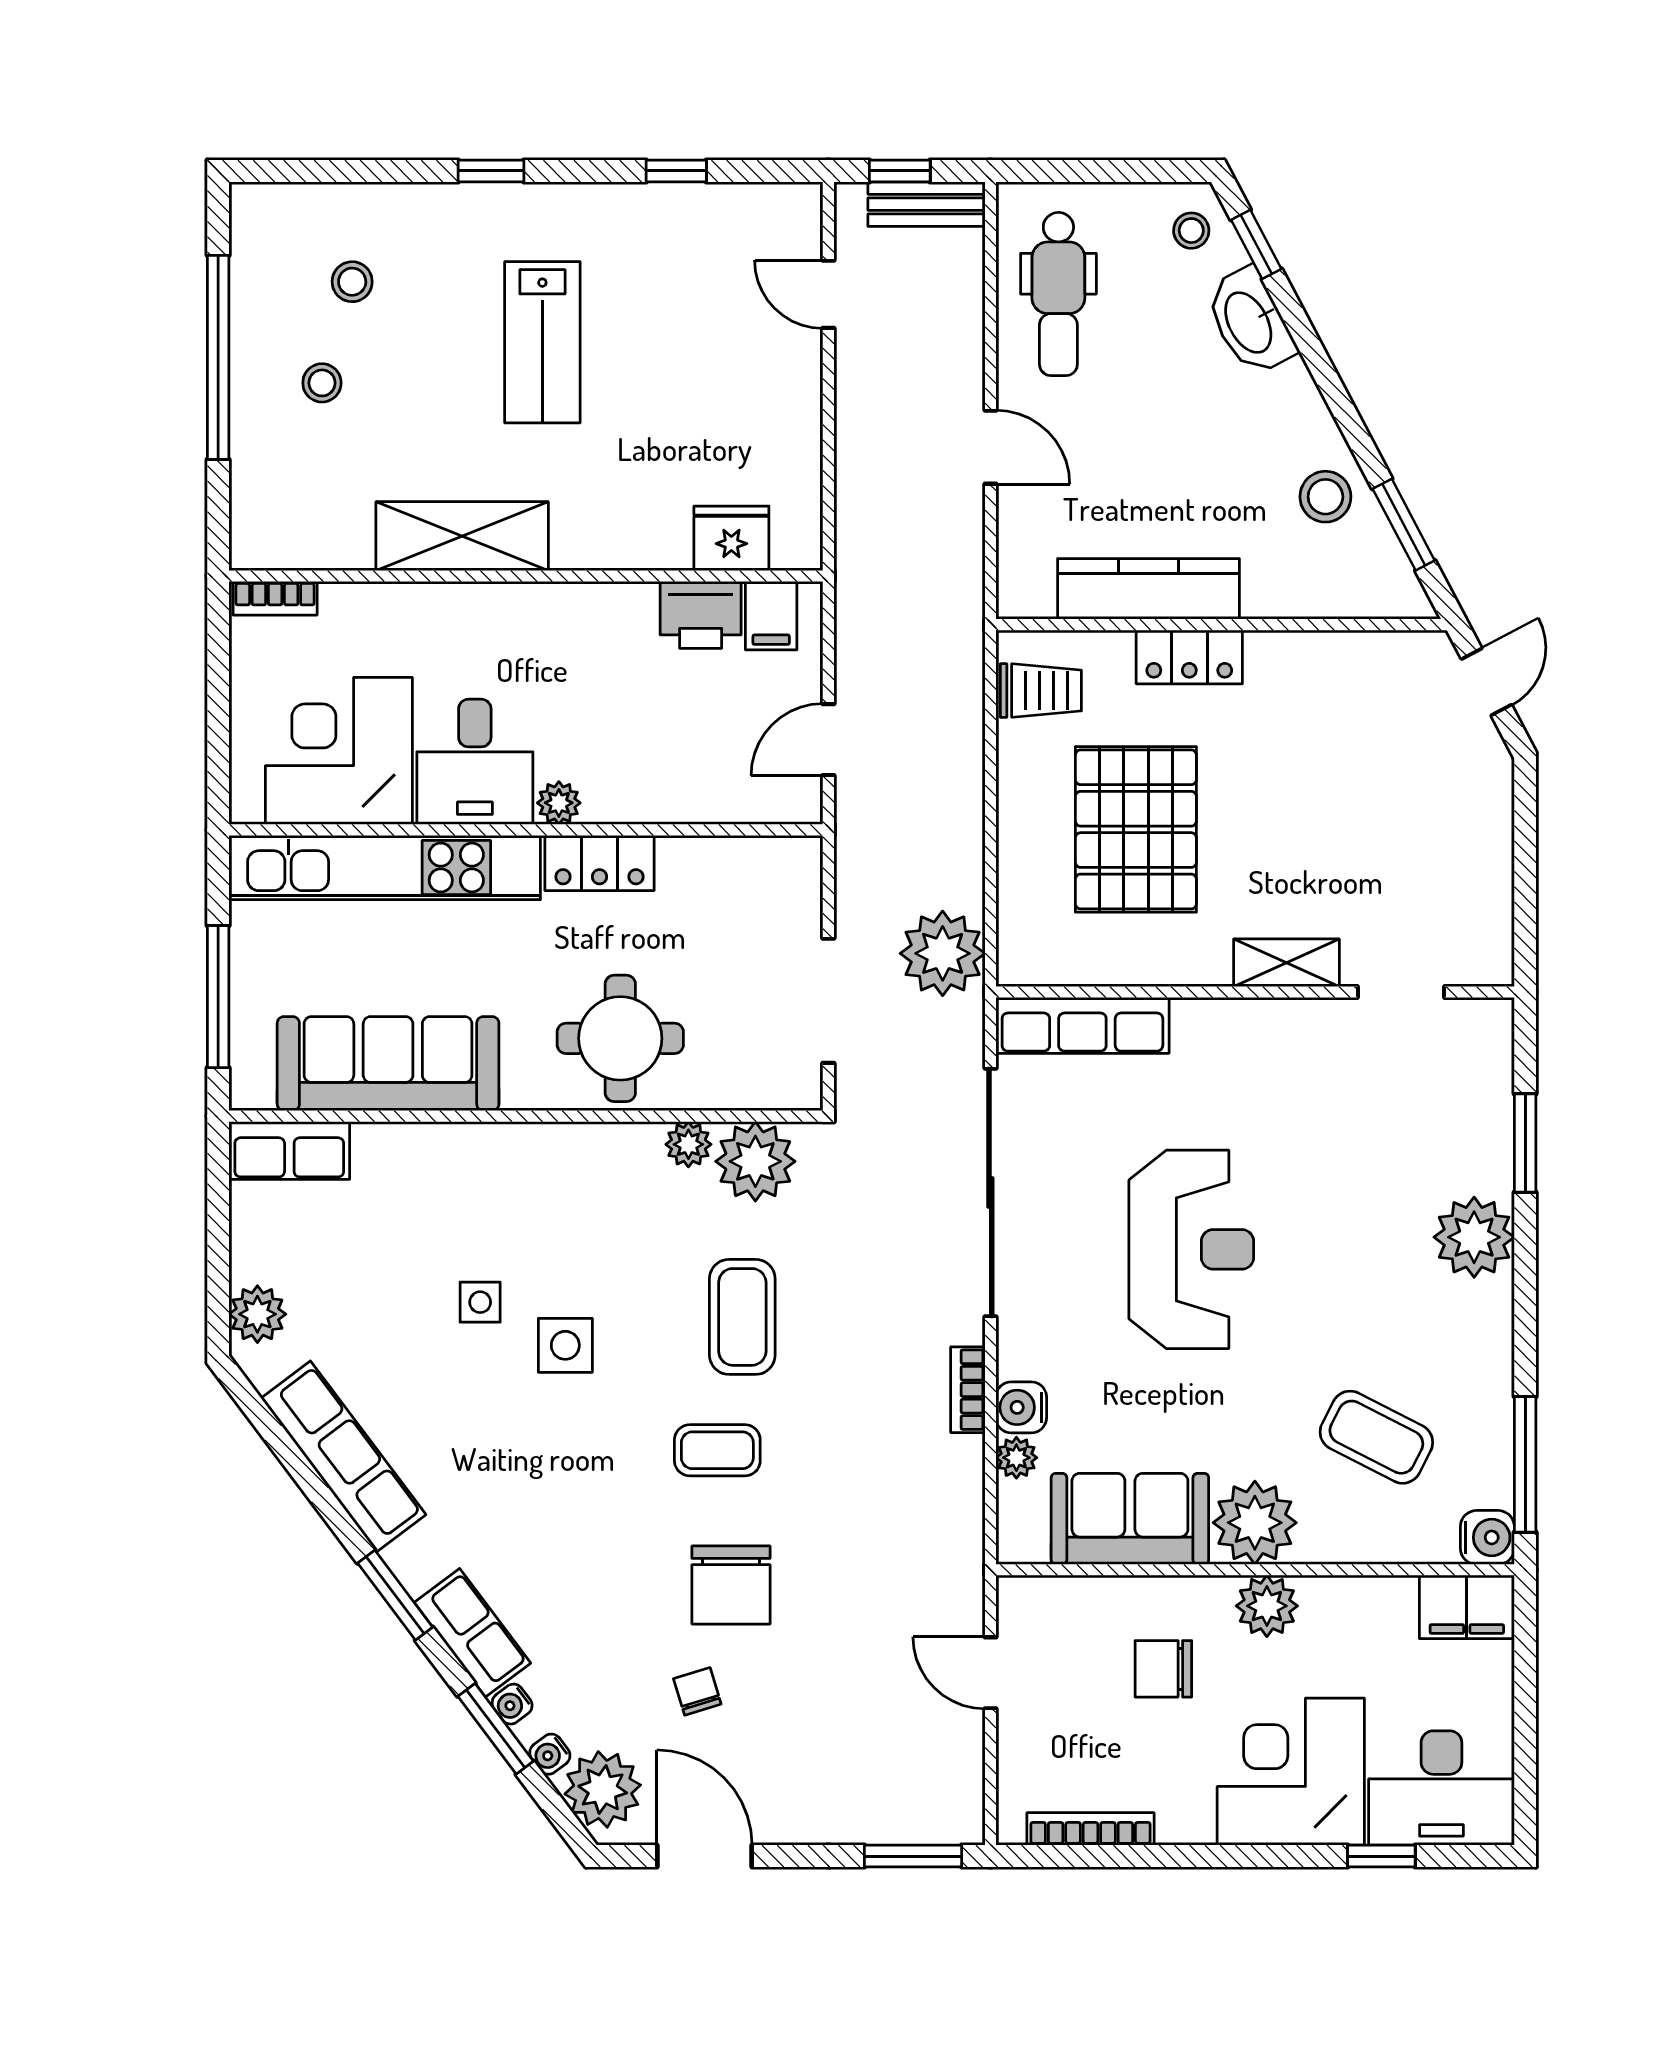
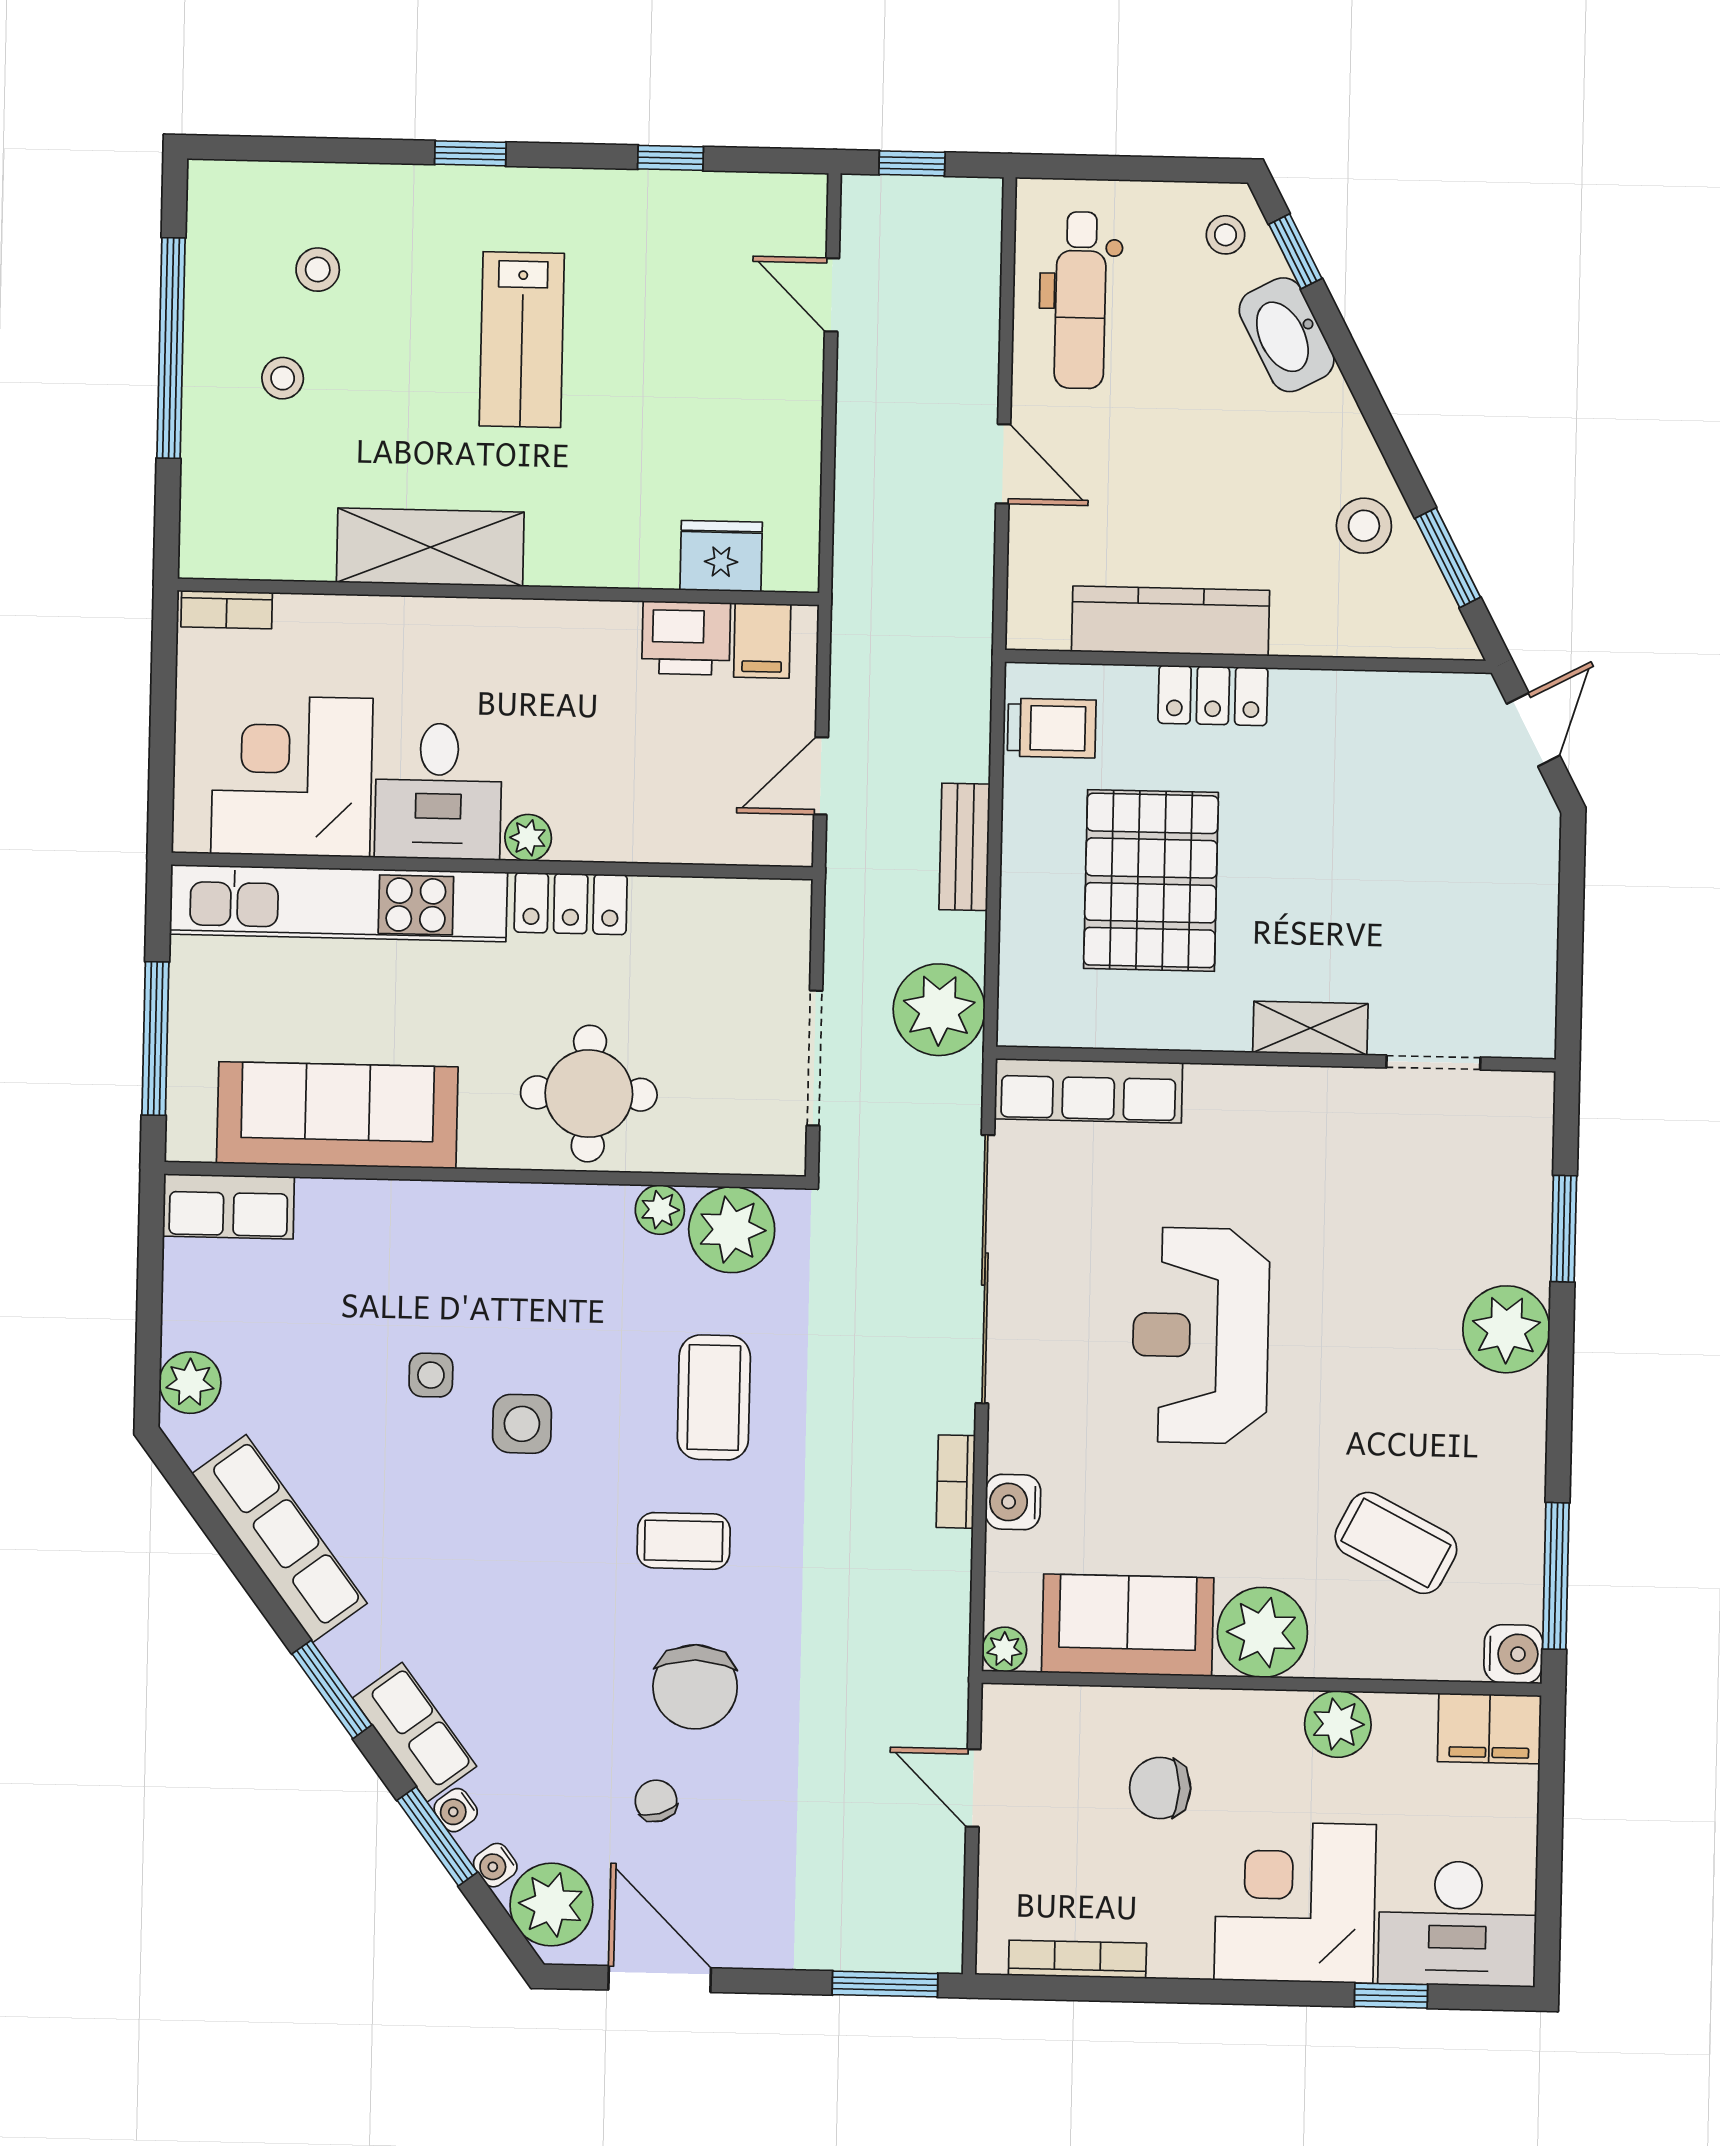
bench: (926, 204) -> (965, 847), moved, turned 90
reception desk: (1191, 1249) -> (1201, 1336), turned 180
plant: (1016, 1458) -> (1004, 1649), moved
plant: (1267, 1606) -> (1338, 1724), moved

